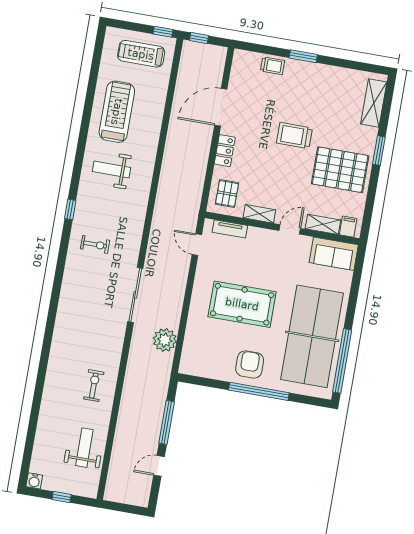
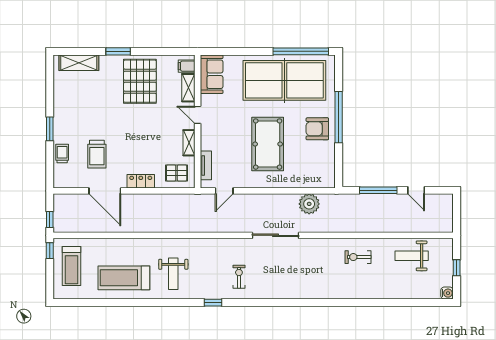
trolley: (294, 135) -> (97, 154), moved

